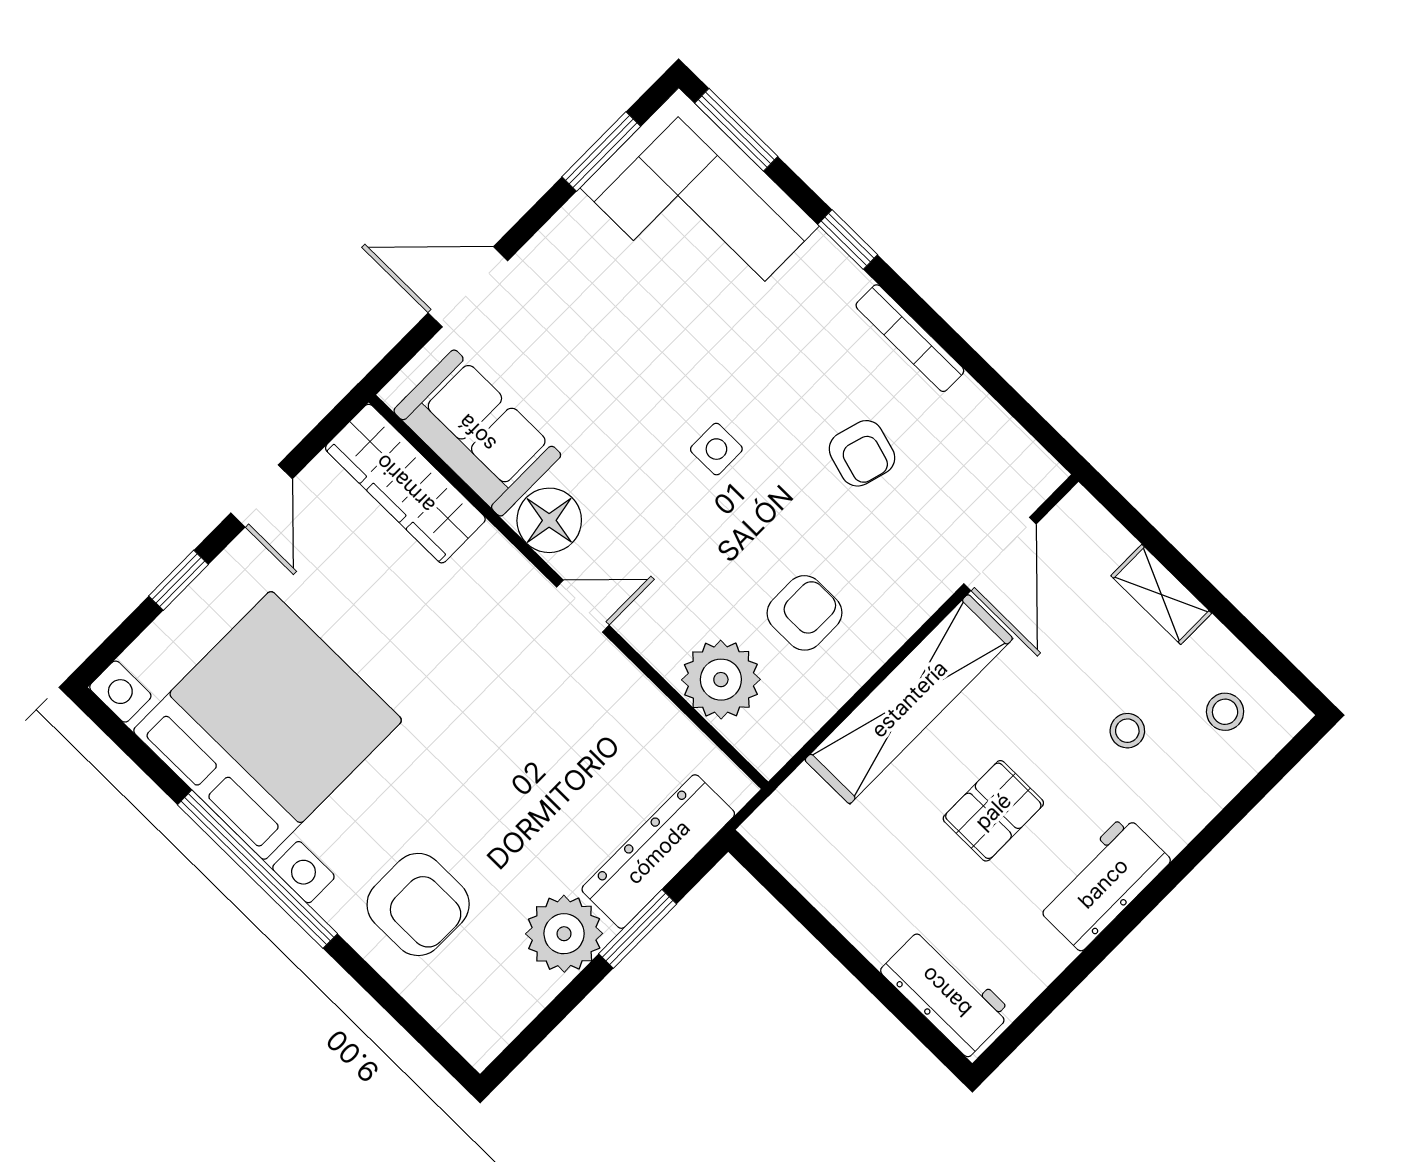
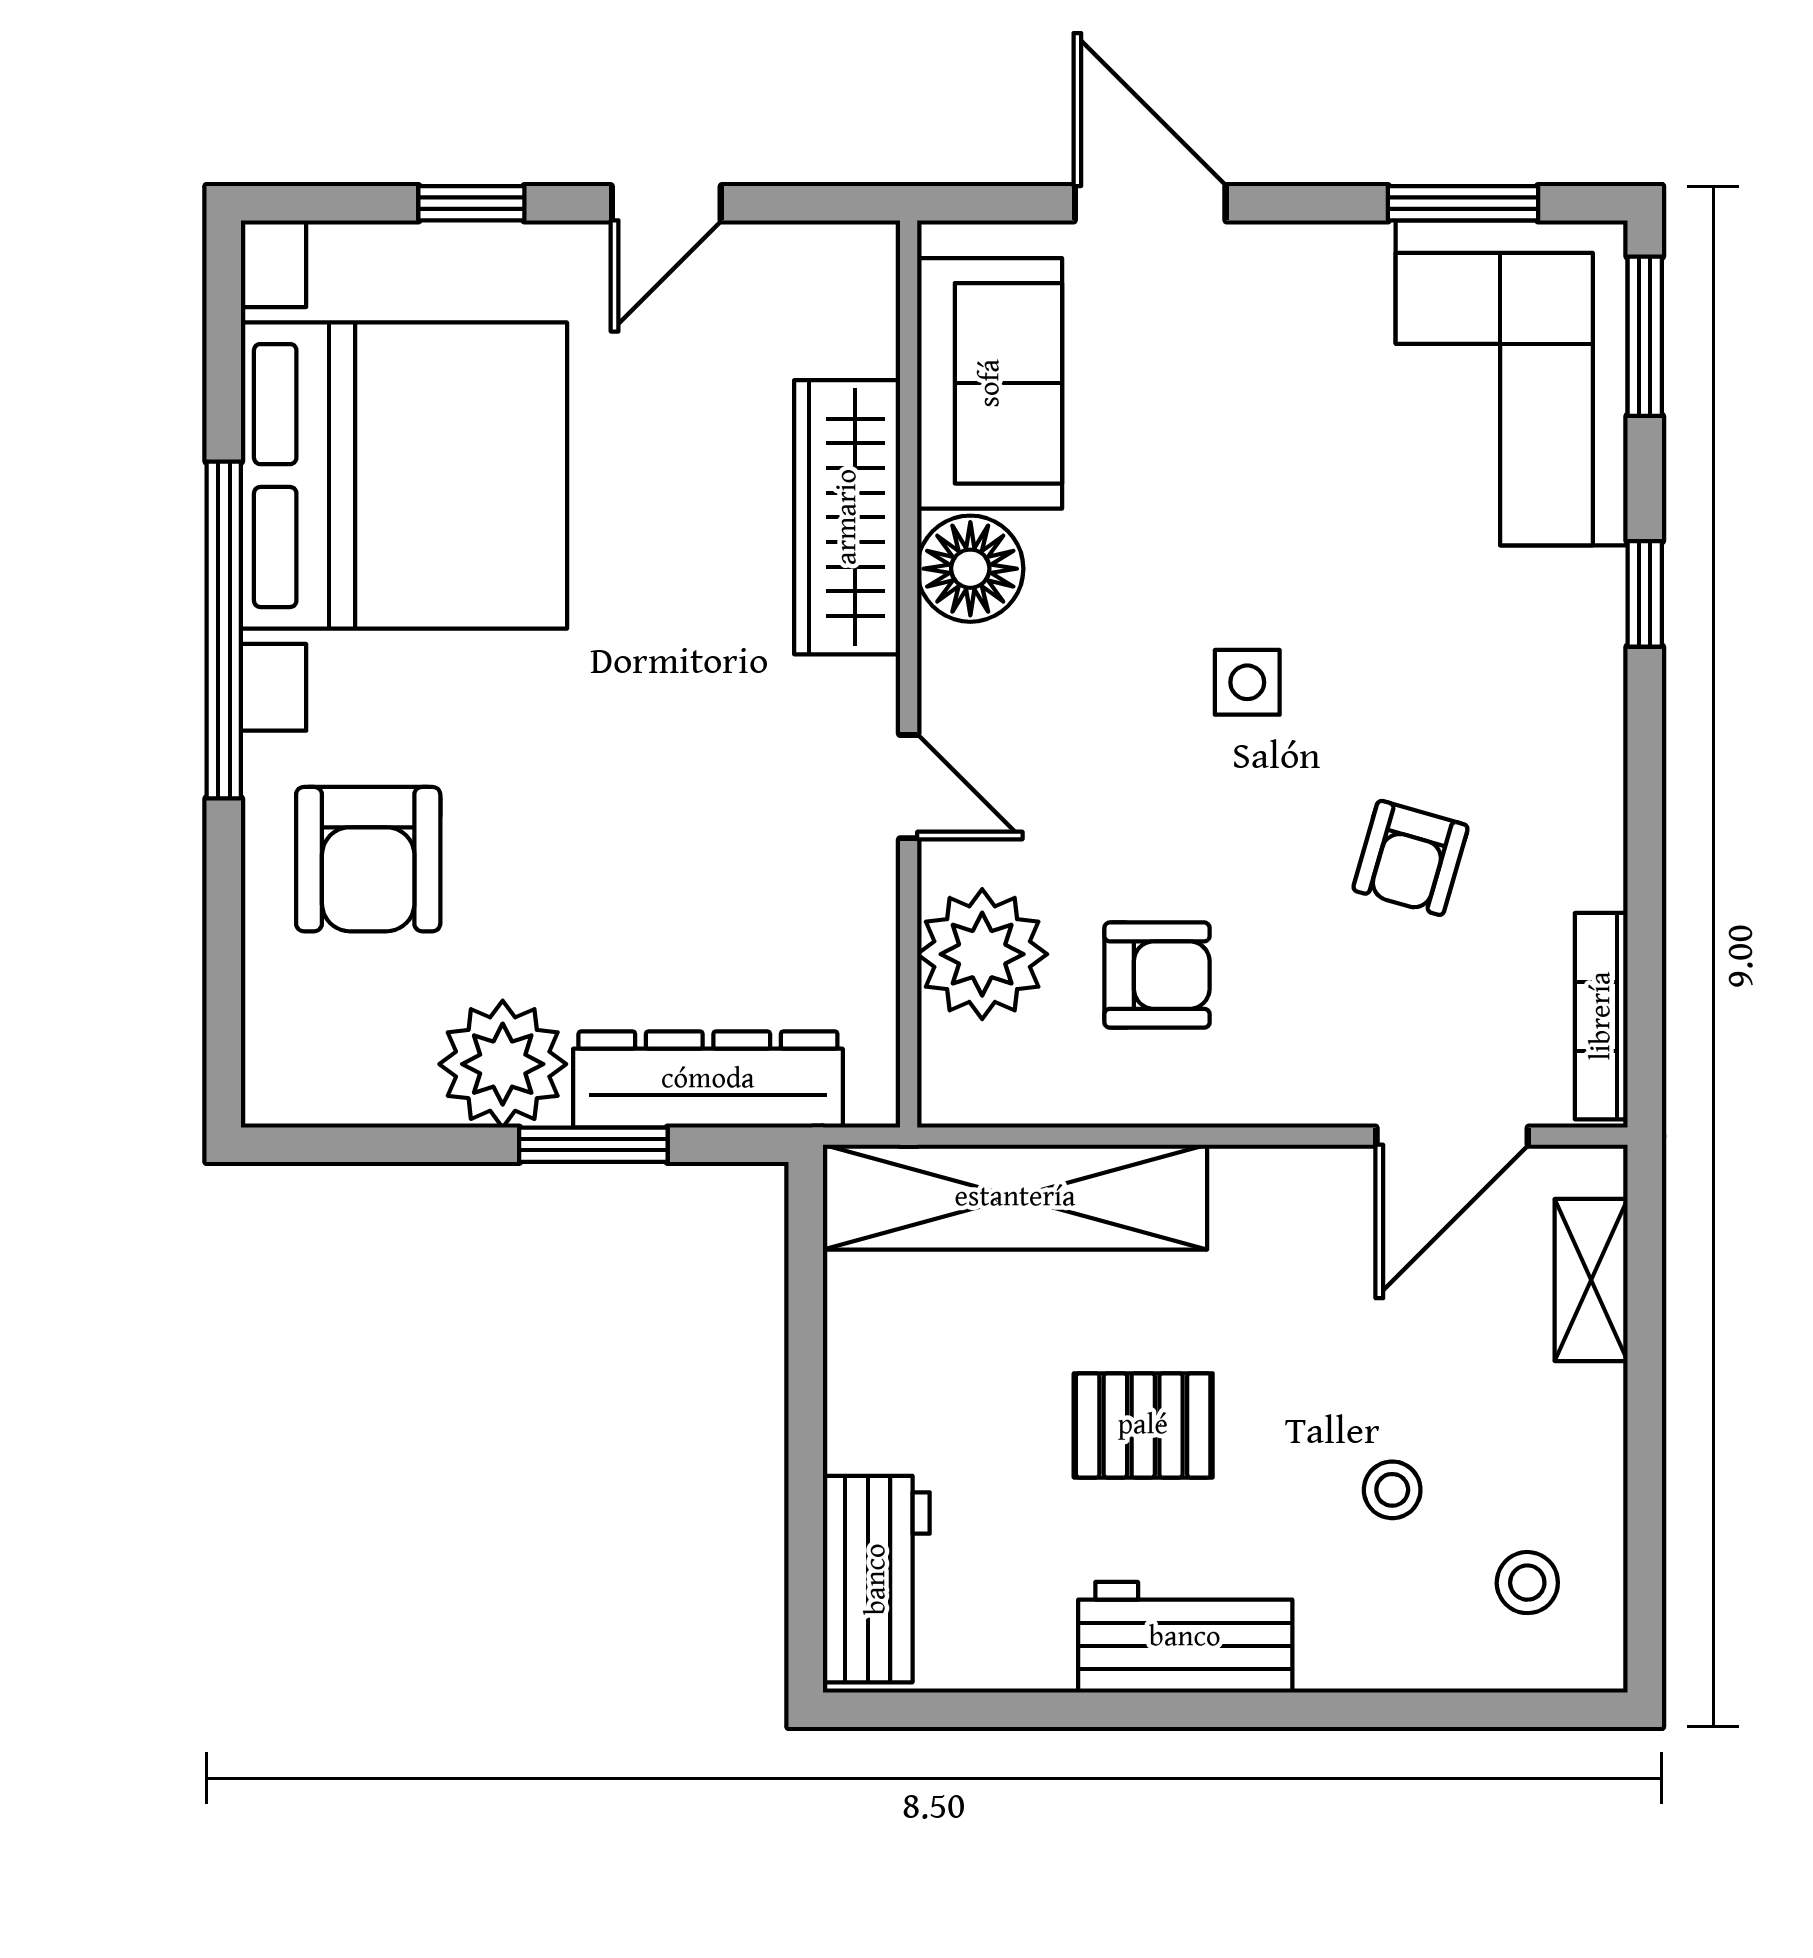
bookcase: (910, 338) -> (1601, 1016), moved
wardrobe: (405, 484) -> (847, 517), moved
shelving: (1161, 595) -> (1591, 1280), moved
door: (583, 606) -> (909, 787), moved
shelving: (909, 699) -> (1015, 1197), moved

